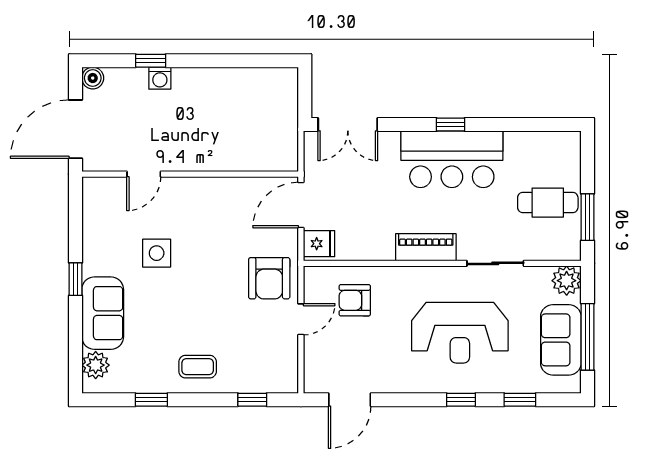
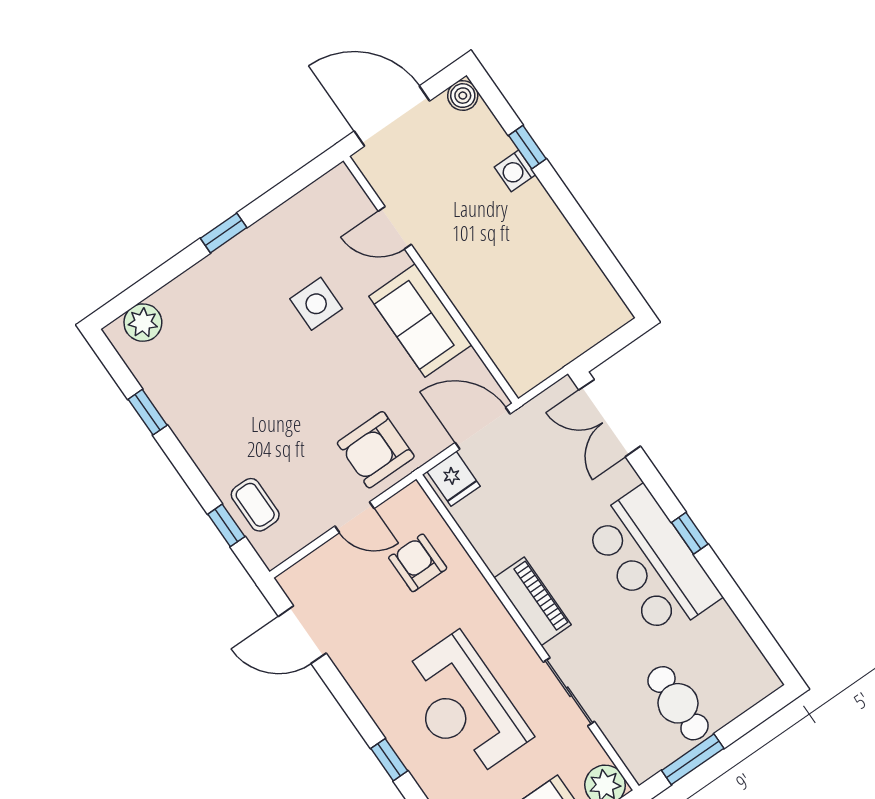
sofa: (103, 313) -> (420, 321), moved, turned 90
coffee table: (198, 367) -> (255, 505), moved

